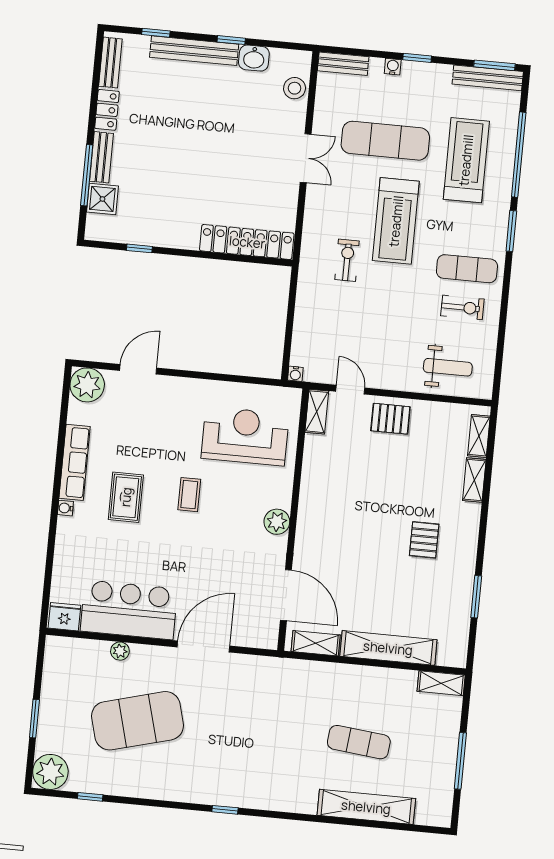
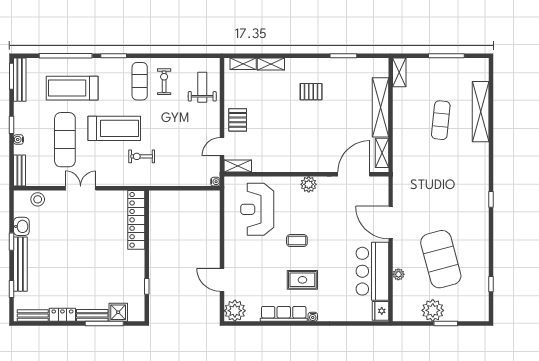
plant: (50, 772) -> (433, 310), moved

